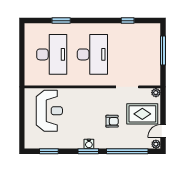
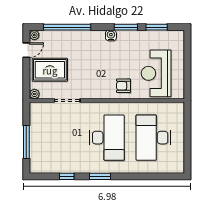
window: (61, 21) -> (100, 176), moved
desk: (92, 54) -> (107, 138), turned 180
armchair: (112, 121) -> (124, 86), moved
window: (88, 151) -> (126, 27), moved

